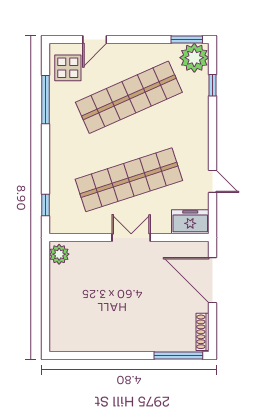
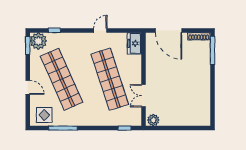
door: (95, 40) -> (28, 87), moved
door: (212, 181) -> (100, 30), moved
double door: (131, 237) -> (144, 96), moved
door: (212, 280) -> (169, 30), hinge flipped

